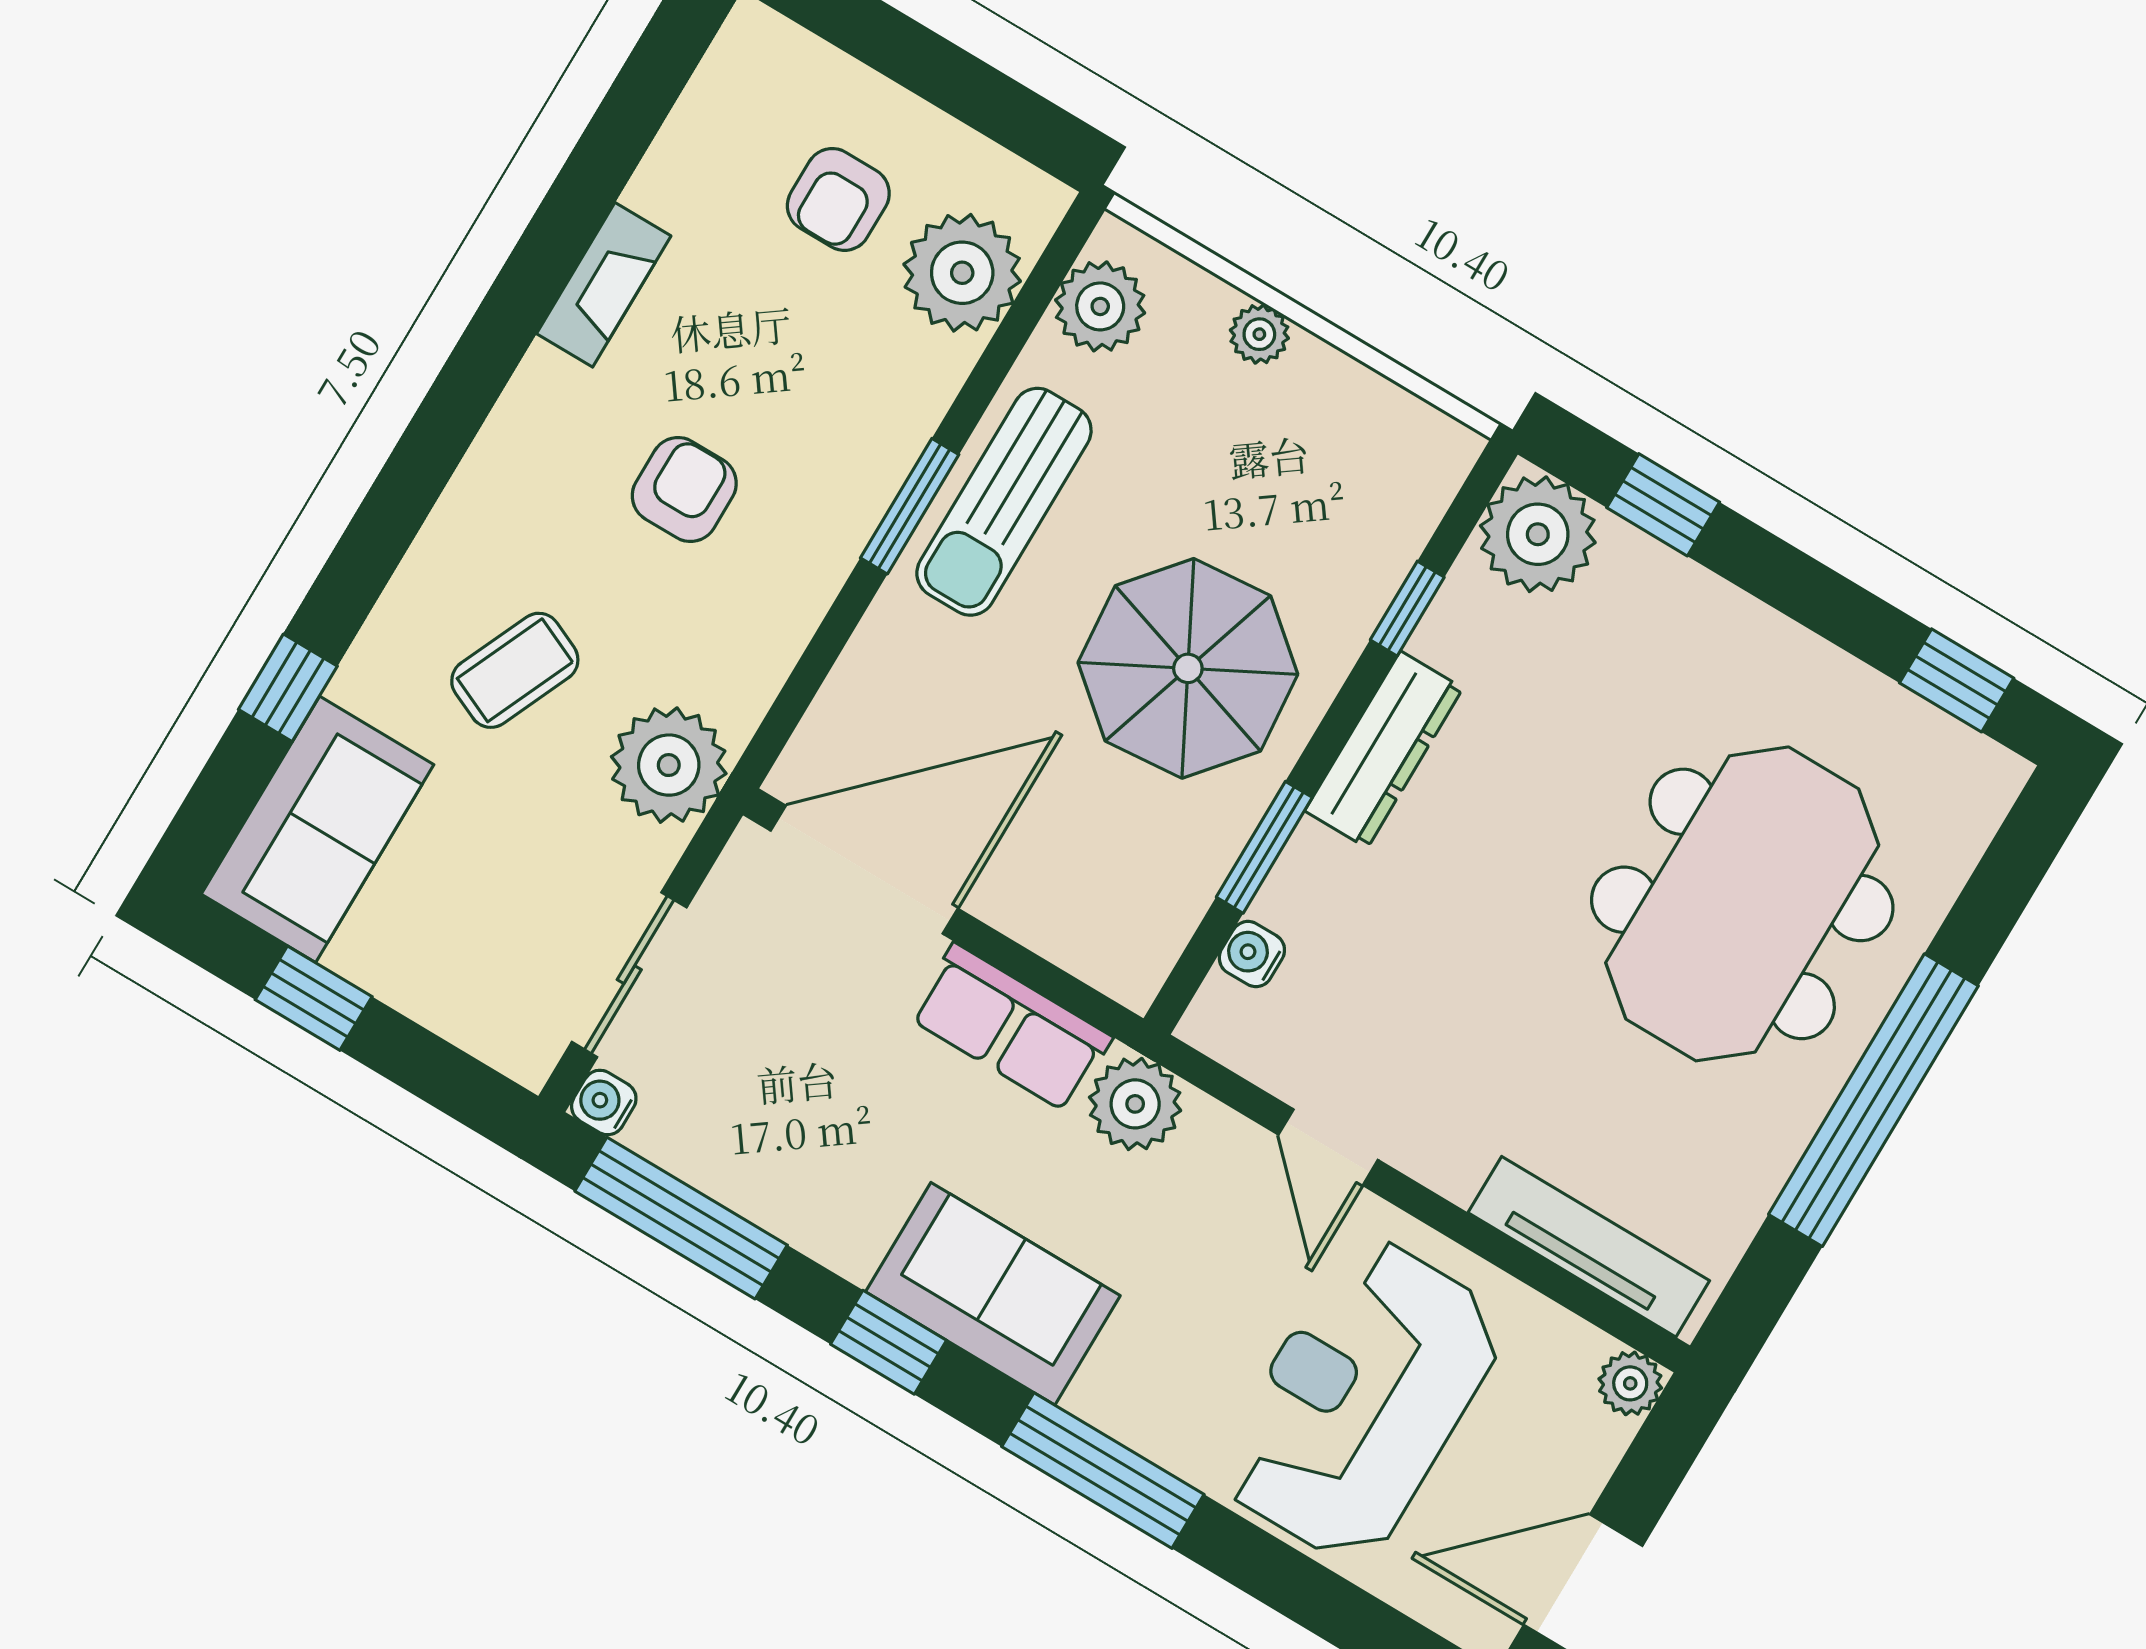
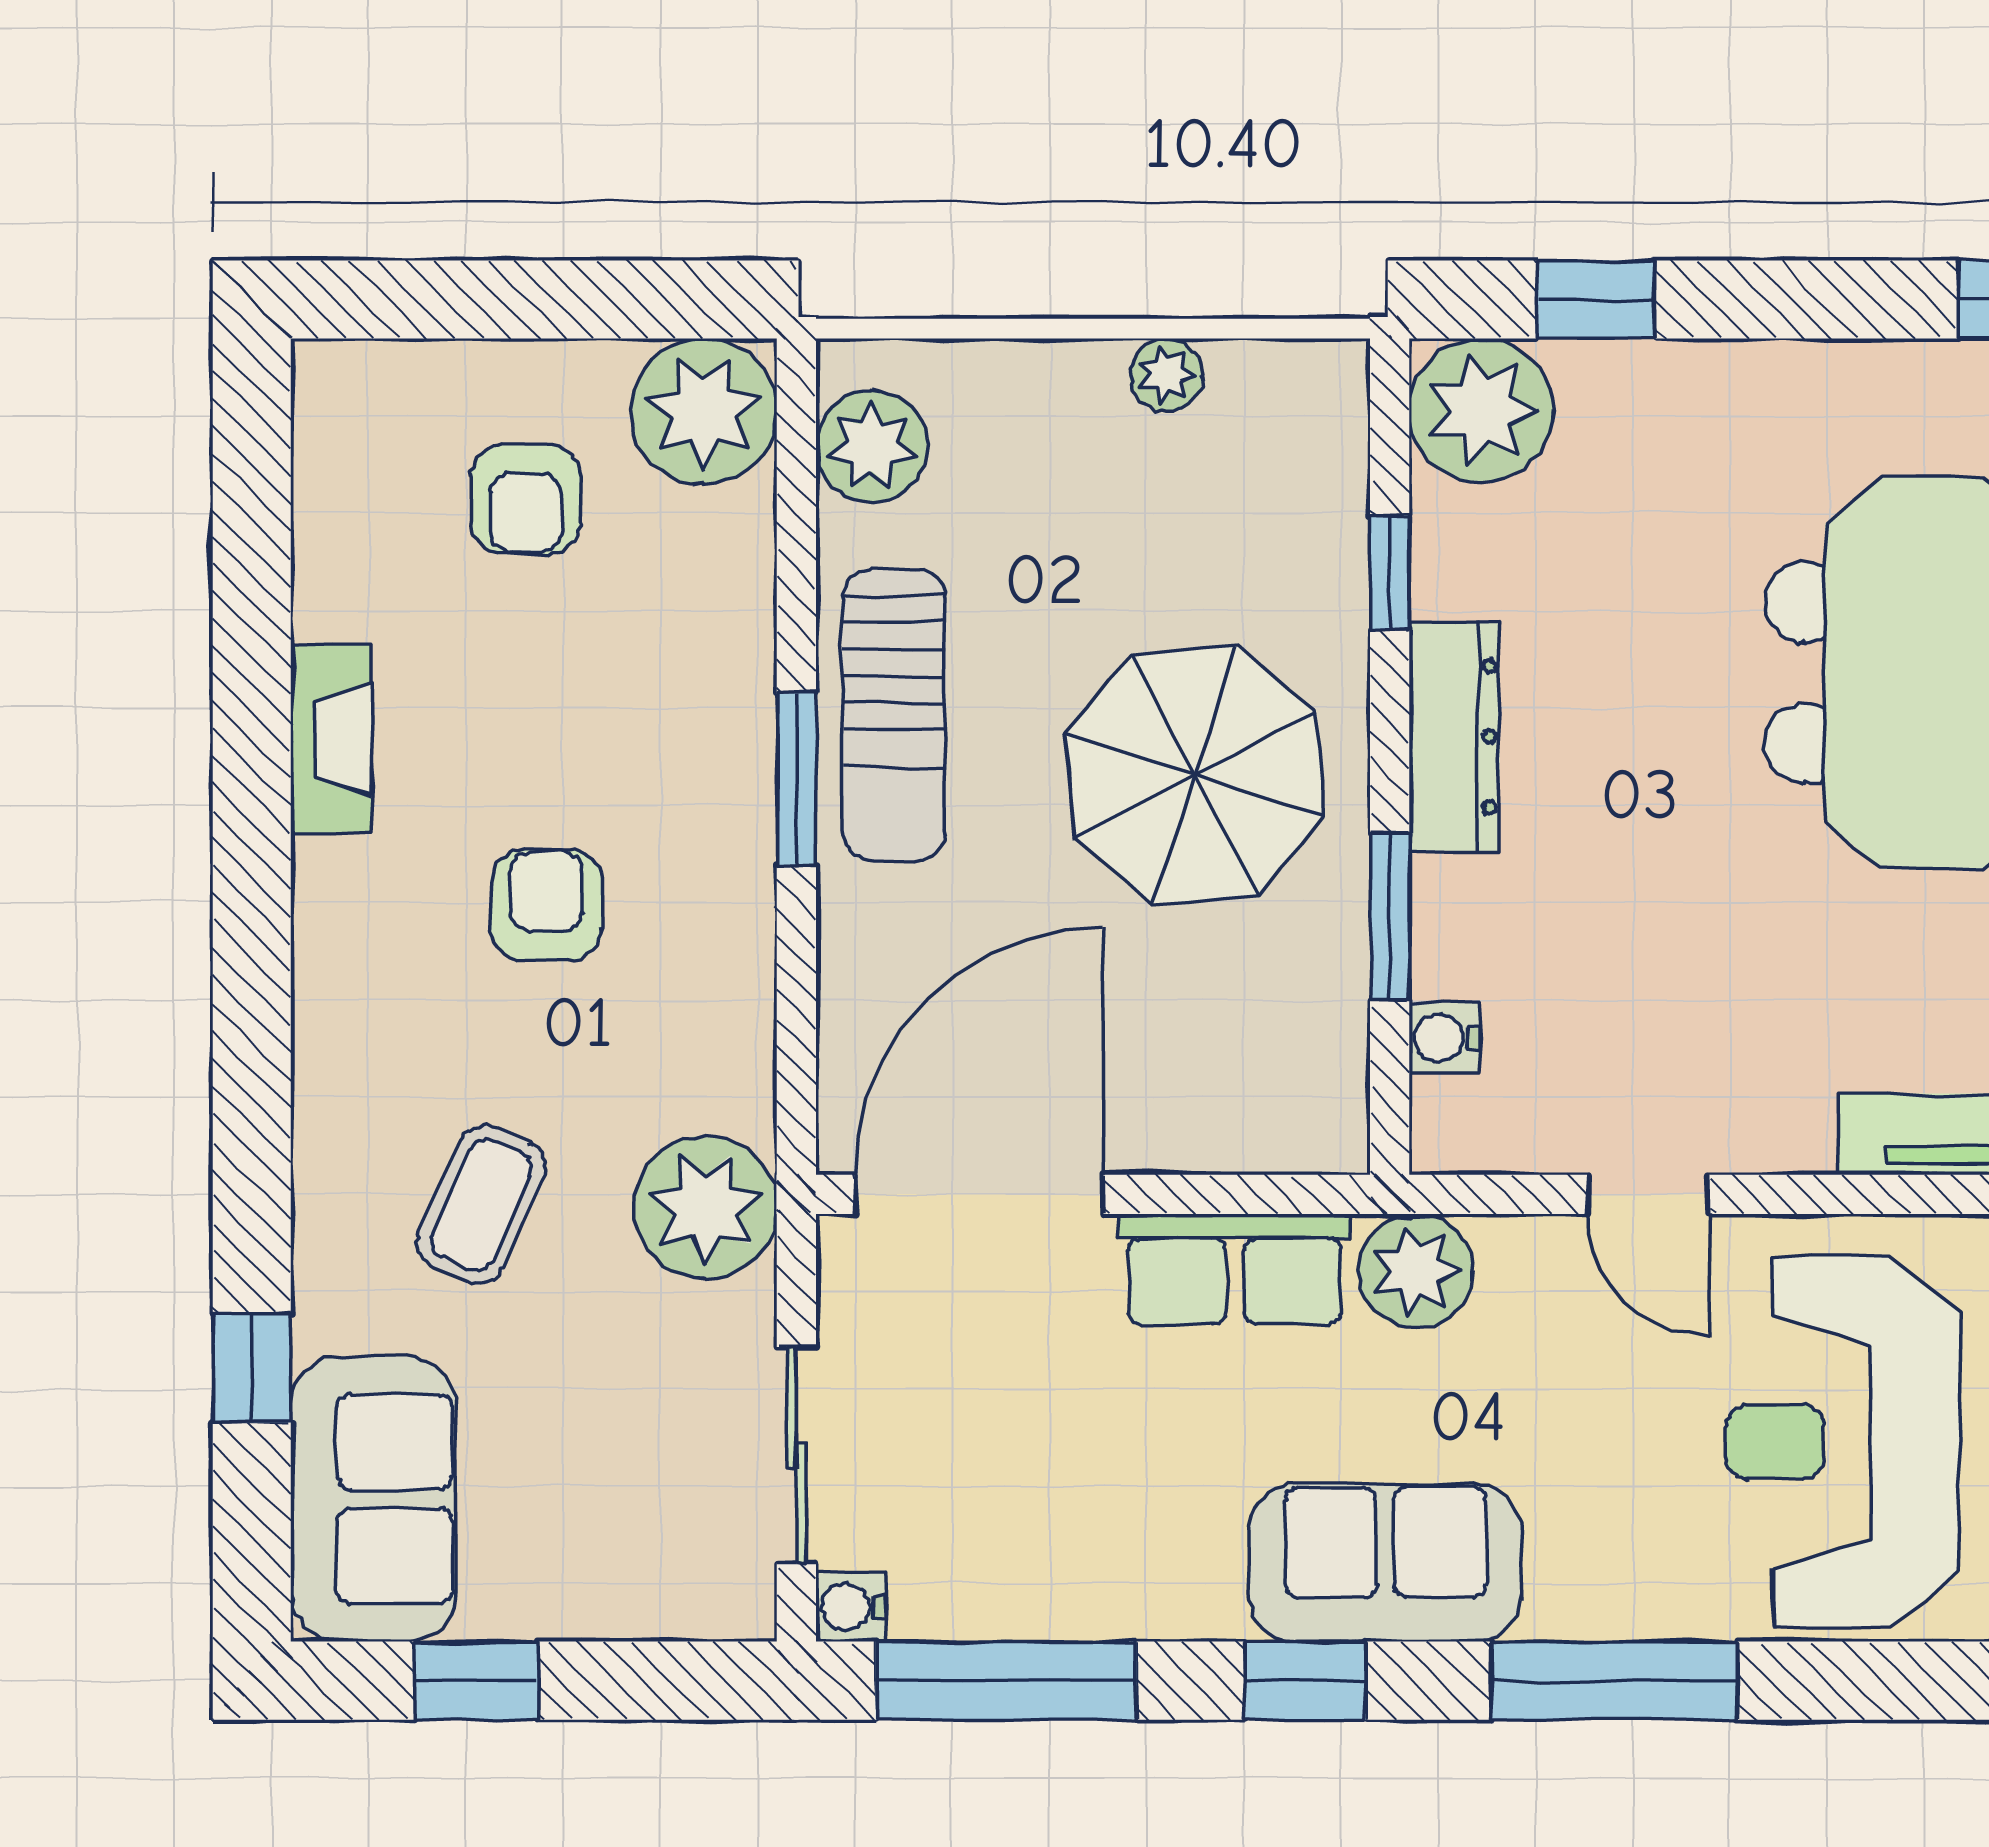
plant: (962, 273) -> (704, 411), moved
plant: (1259, 334) -> (1166, 375), moved

